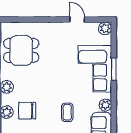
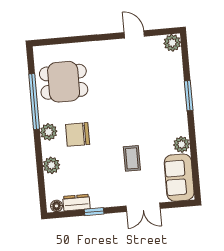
corner sofa: (95, 69) -> (163, 98), removed
chair: (27, 111) -> (78, 134), moved

